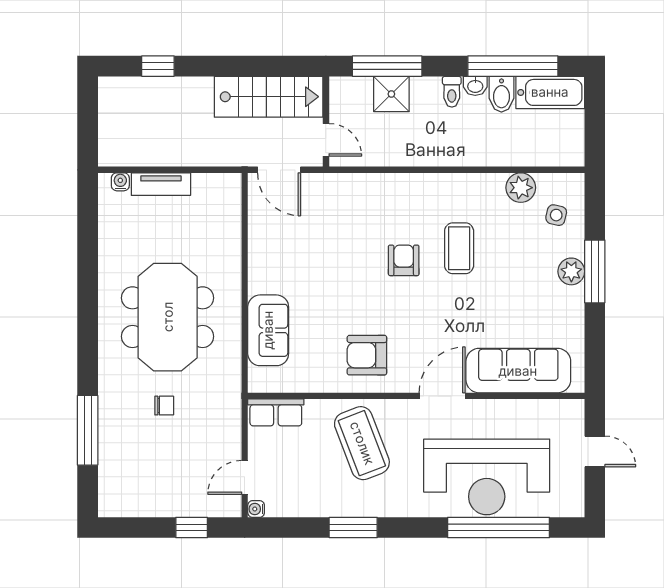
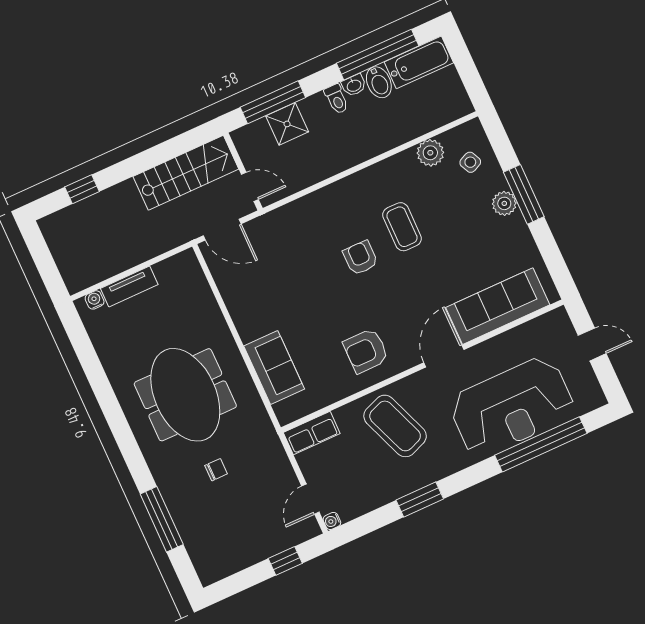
side table: (556, 215) -> (470, 162), turned -38

